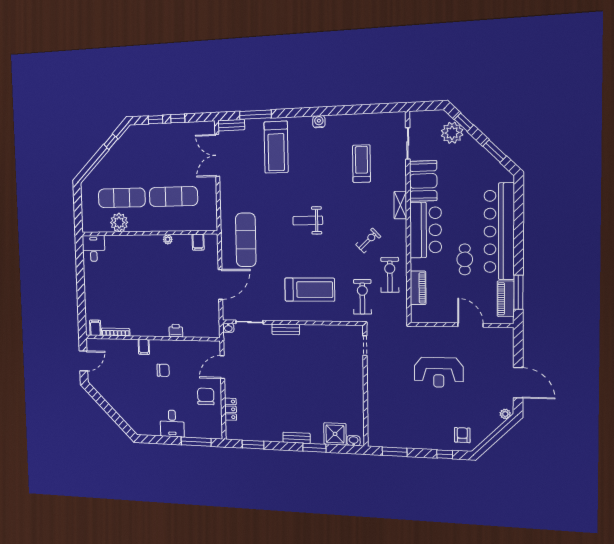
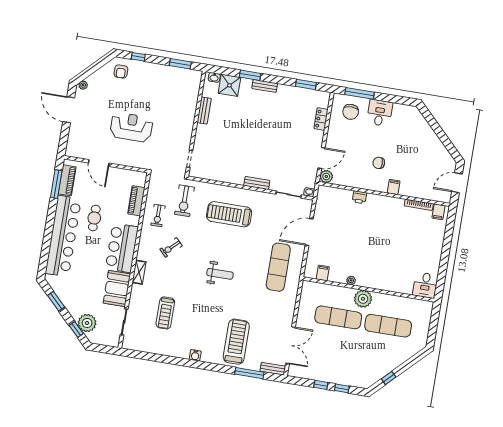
plant: (119, 222) -> (363, 299), moved
exercise bike: (390, 275) -> (158, 216), width x0.73, depth x0.72
plant: (214, 348) -> (326, 177), added
chair: (206, 396) -> (351, 112), moved
bench: (358, 402) -> (204, 110), added

